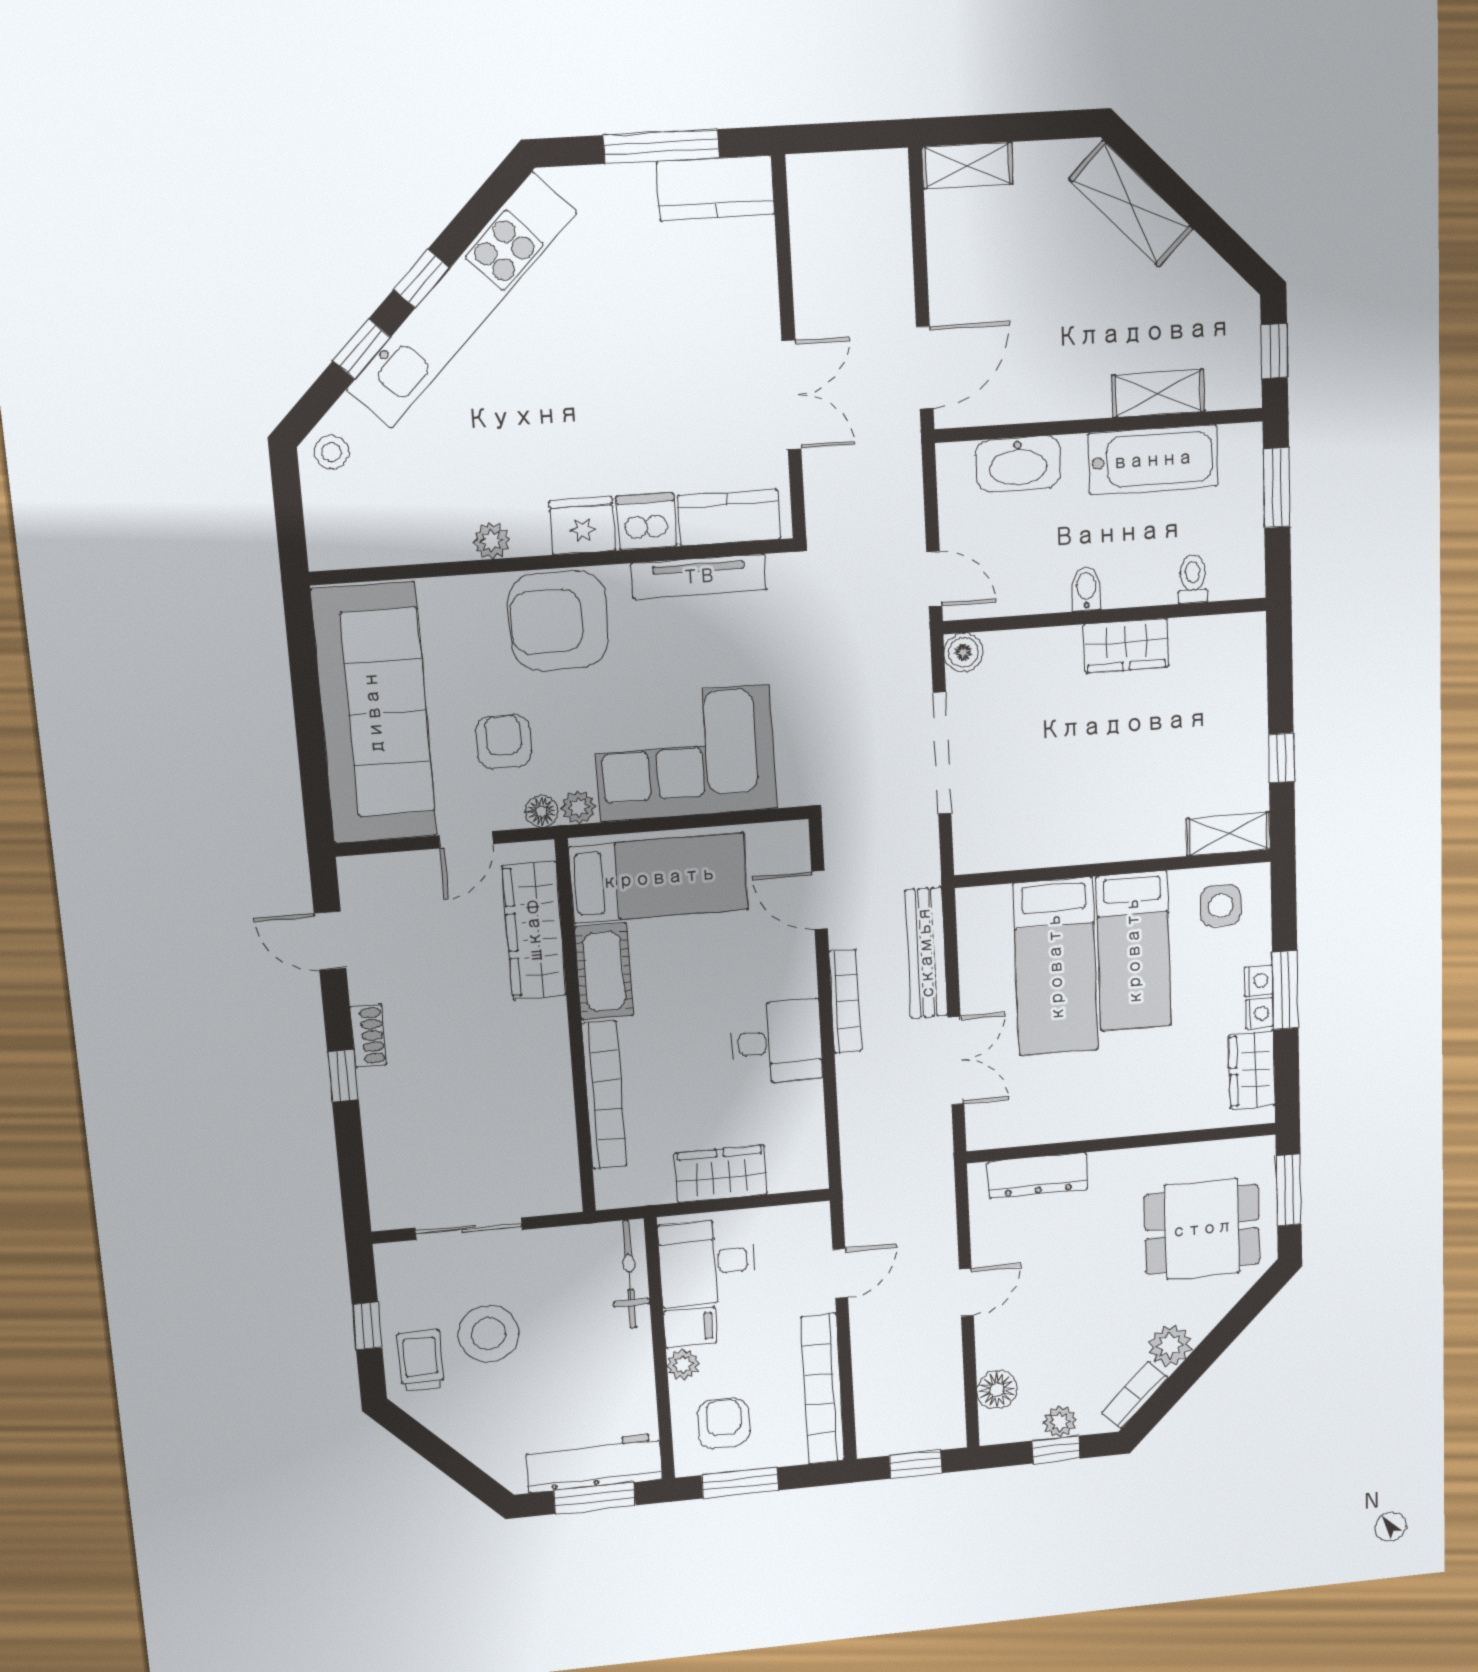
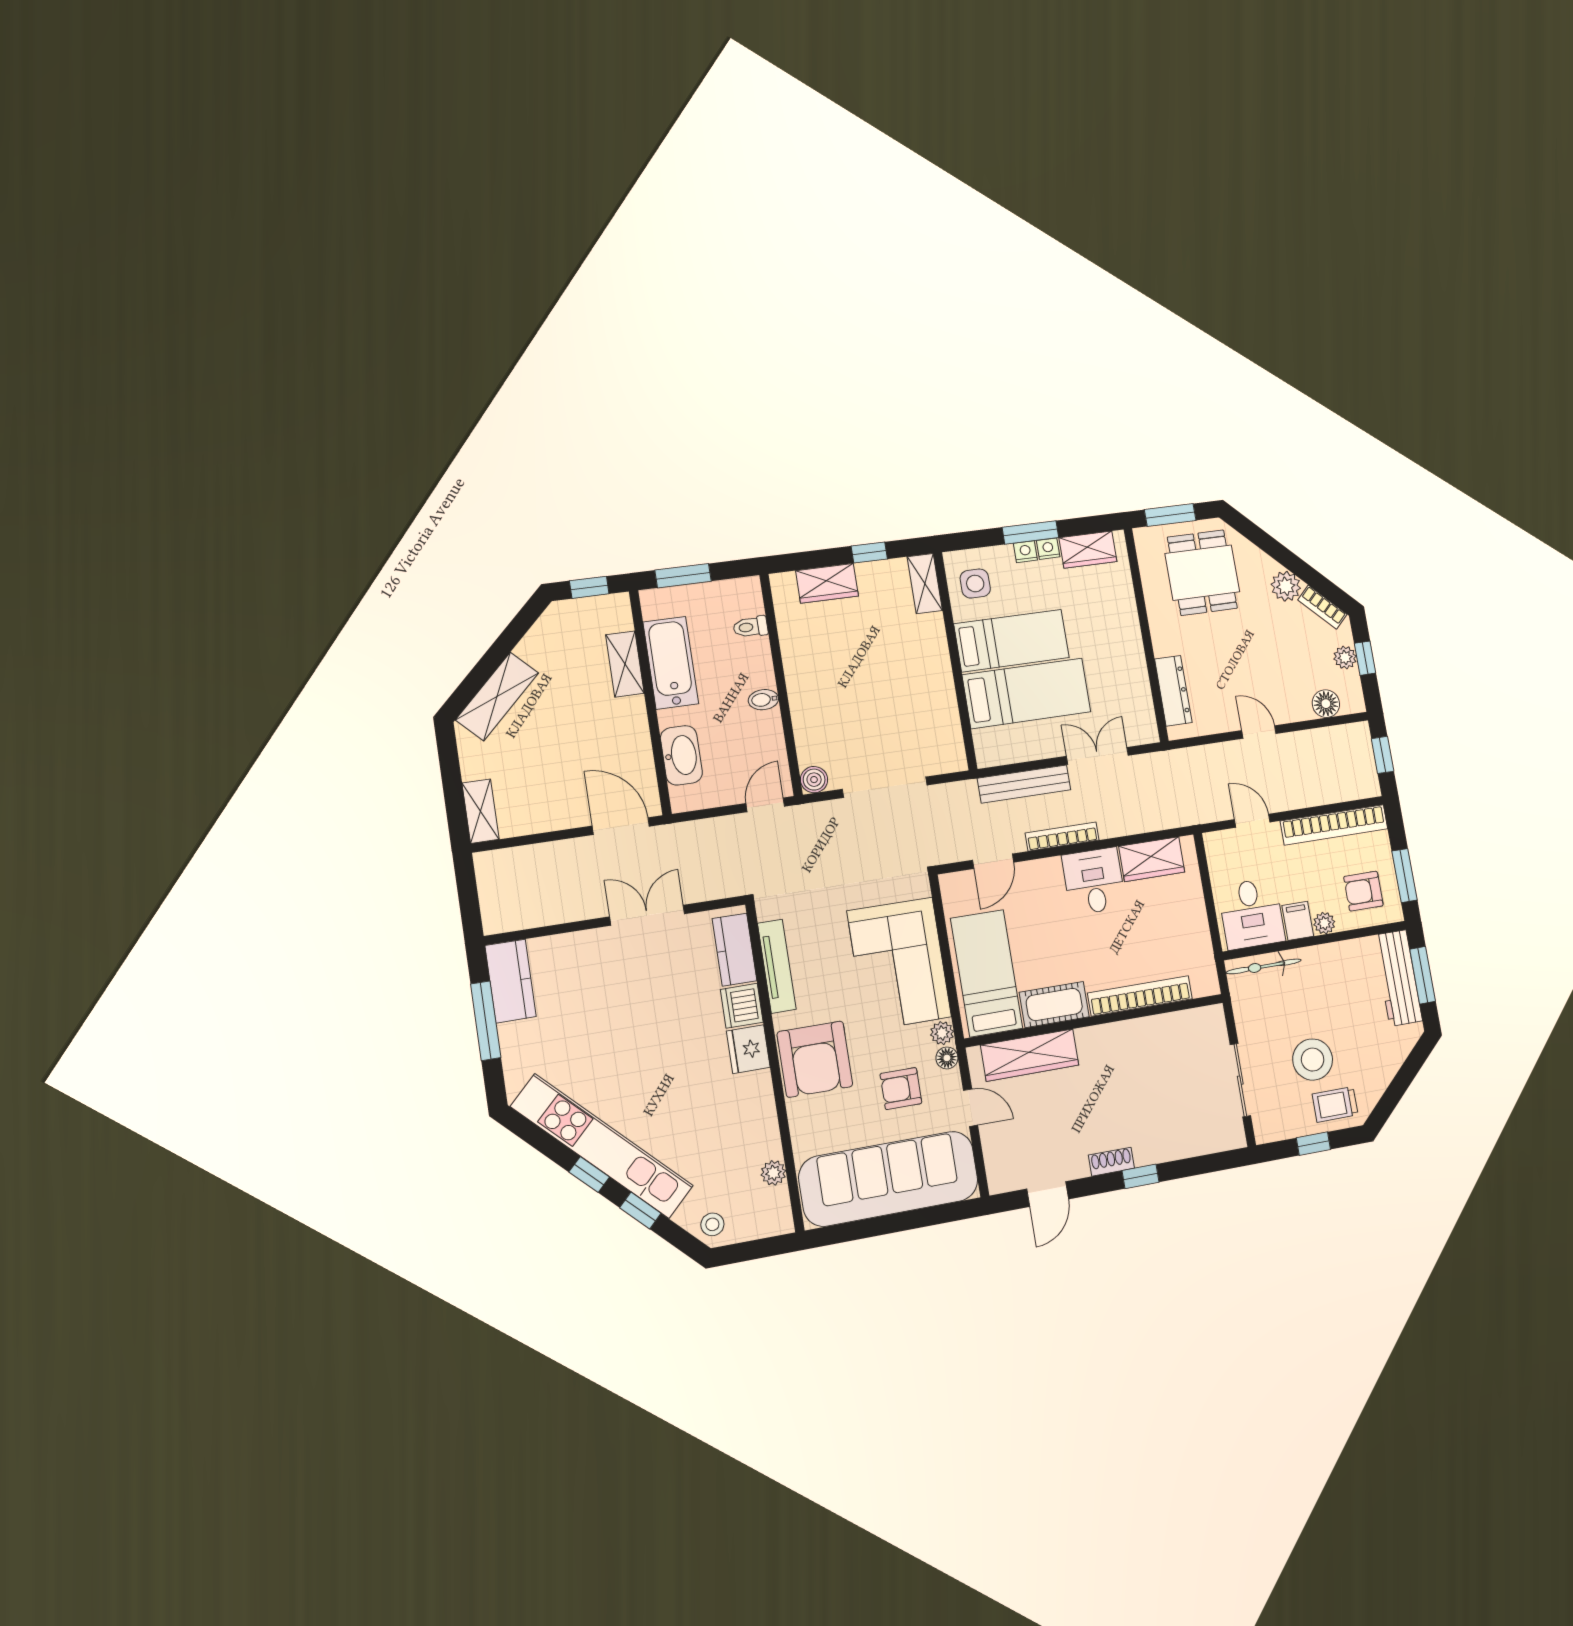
plant: (491, 541) -> (773, 1173), moved
wardrobe: (1126, 646) -> (827, 583), moved, turned 90
wardrobe: (721, 1174) -> (1152, 859), moved, turned -90

